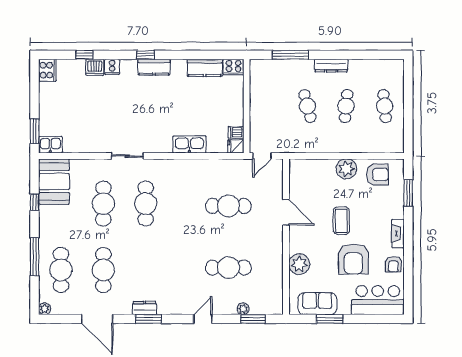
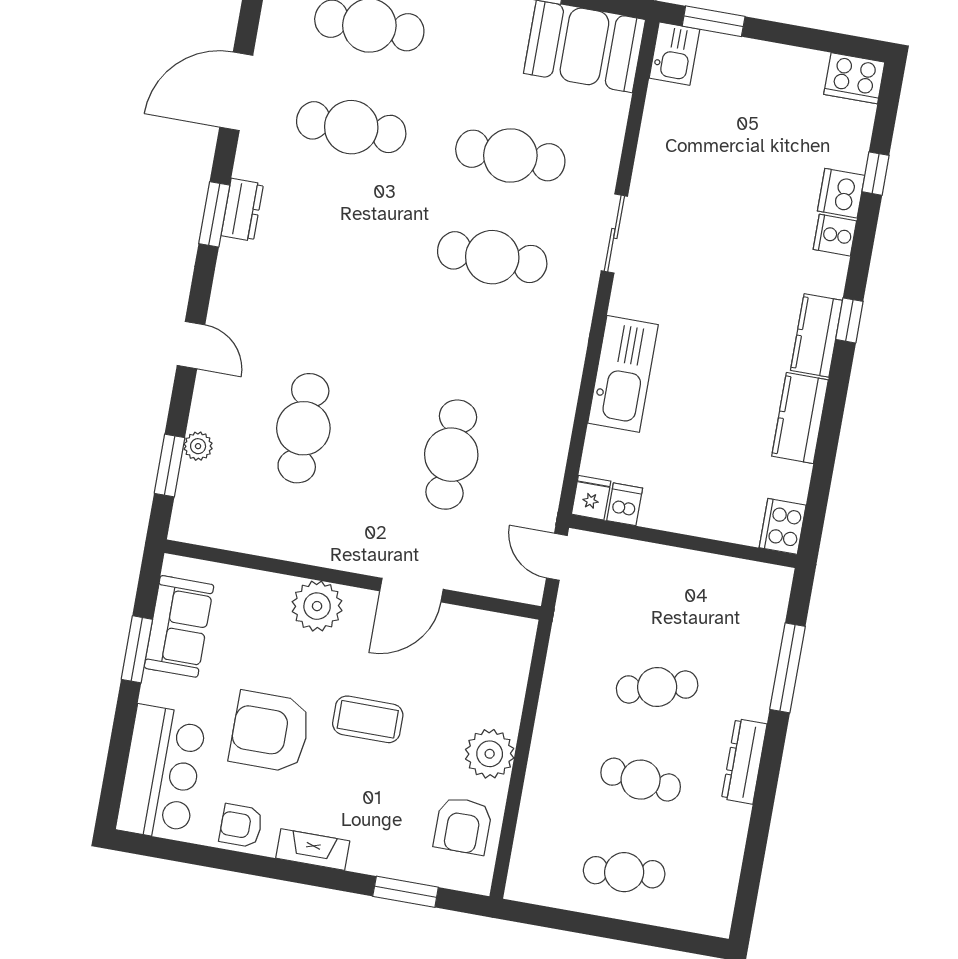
kitchen counter: (205, 68) -> (800, 418), moved
kitchen sink: (189, 144) -> (623, 374), width x1.36, depth x1.24
plant: (299, 264) -> (317, 606), moved

